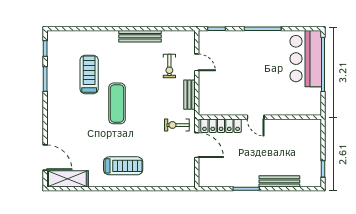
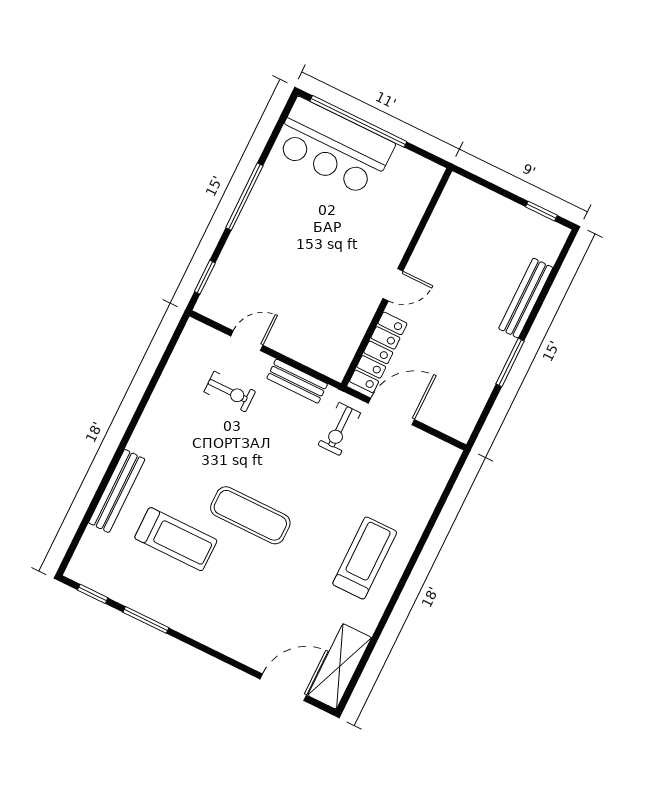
bench: (140, 36) -> (117, 491), moved
treadmill: (89, 74) -> (176, 539), turned 180

